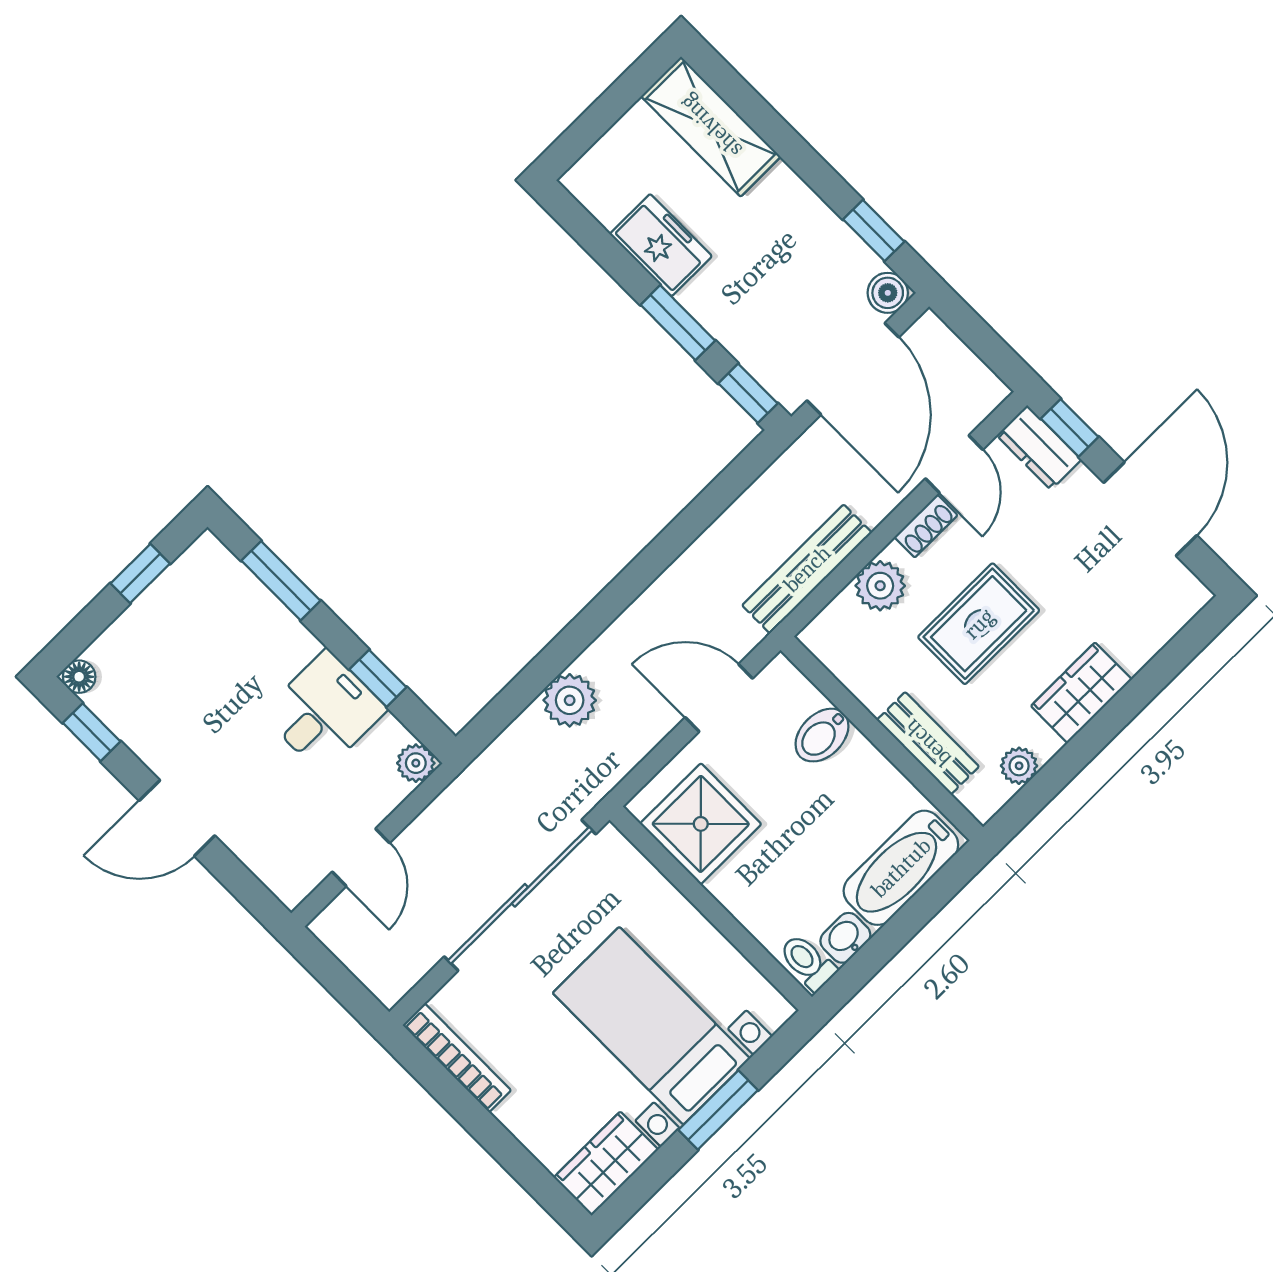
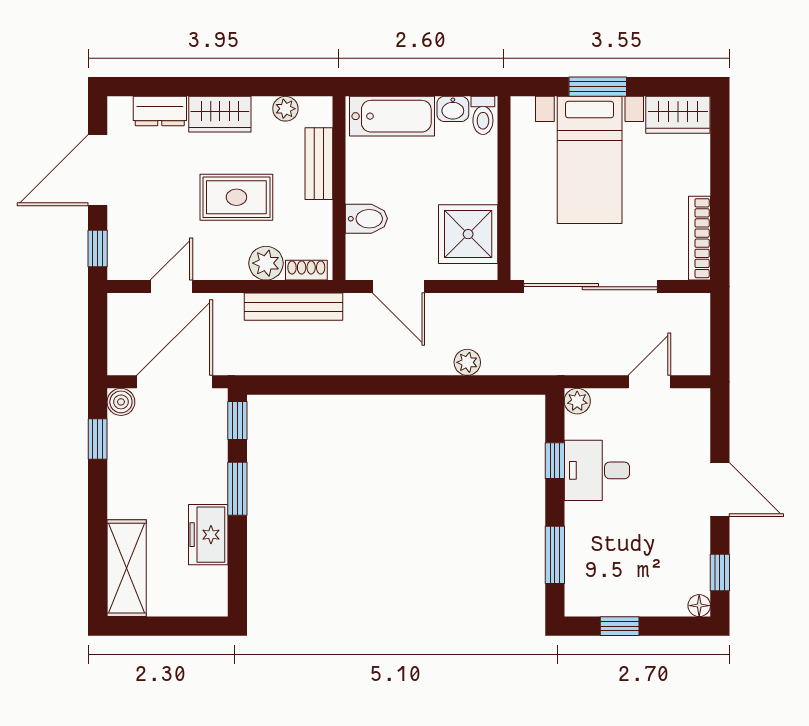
dresser: (1039, 447) -> (160, 111), moved, turned 90
shoe rack: (926, 526) -> (306, 270), moved
plant: (570, 700) -> (467, 362), width x0.73, depth x0.73

